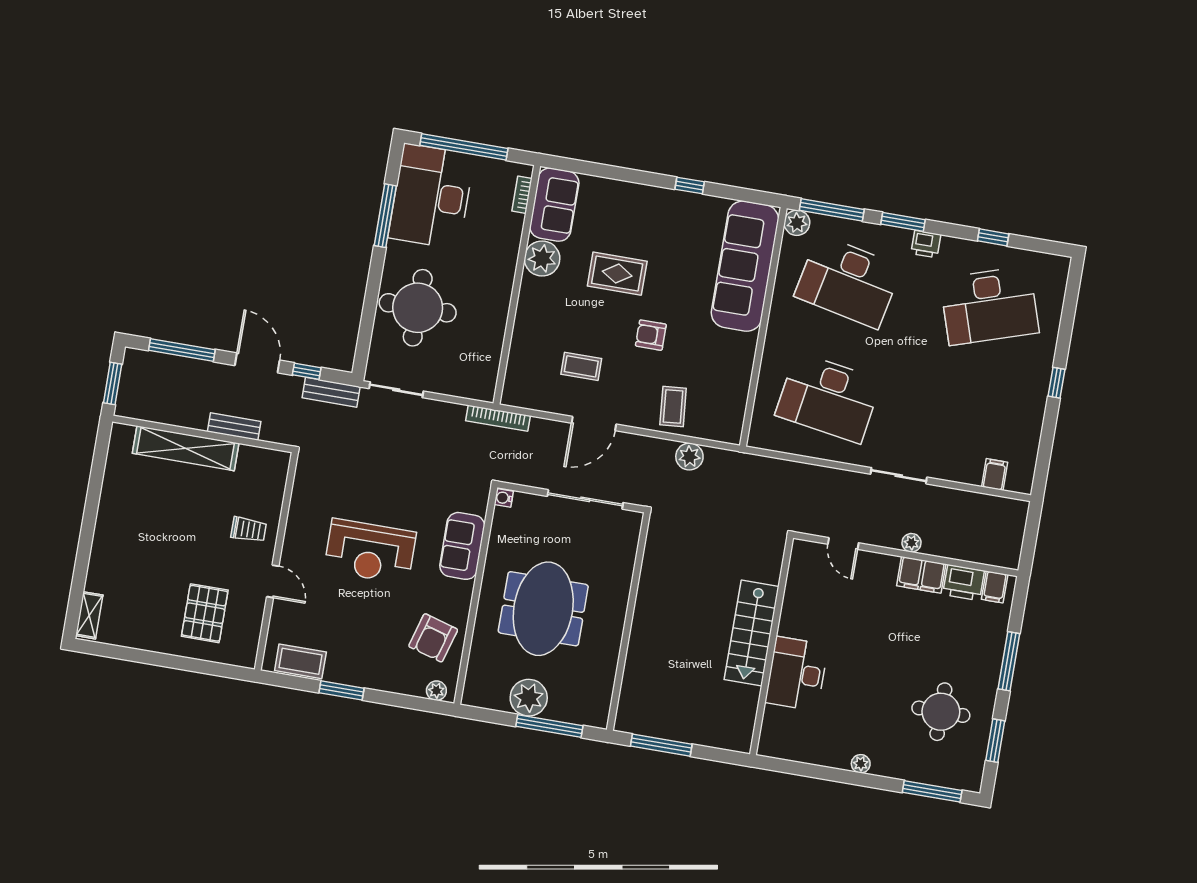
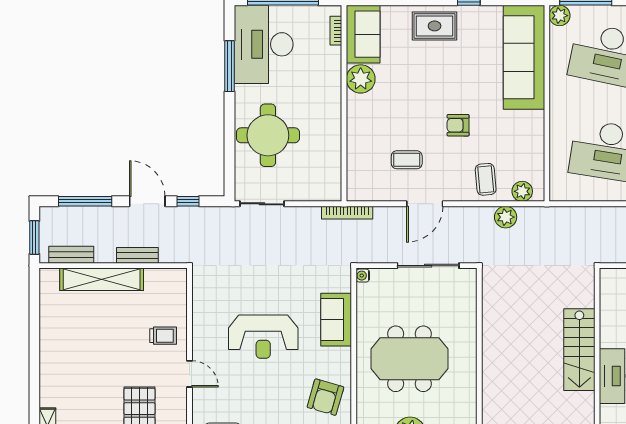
rug: (617, 274) -> (435, 26), moved
bench: (331, 392) -> (71, 255), moved
plant: (715, 429) -> (522, 191), added
meeting table: (543, 609) -> (409, 359), turned 90

